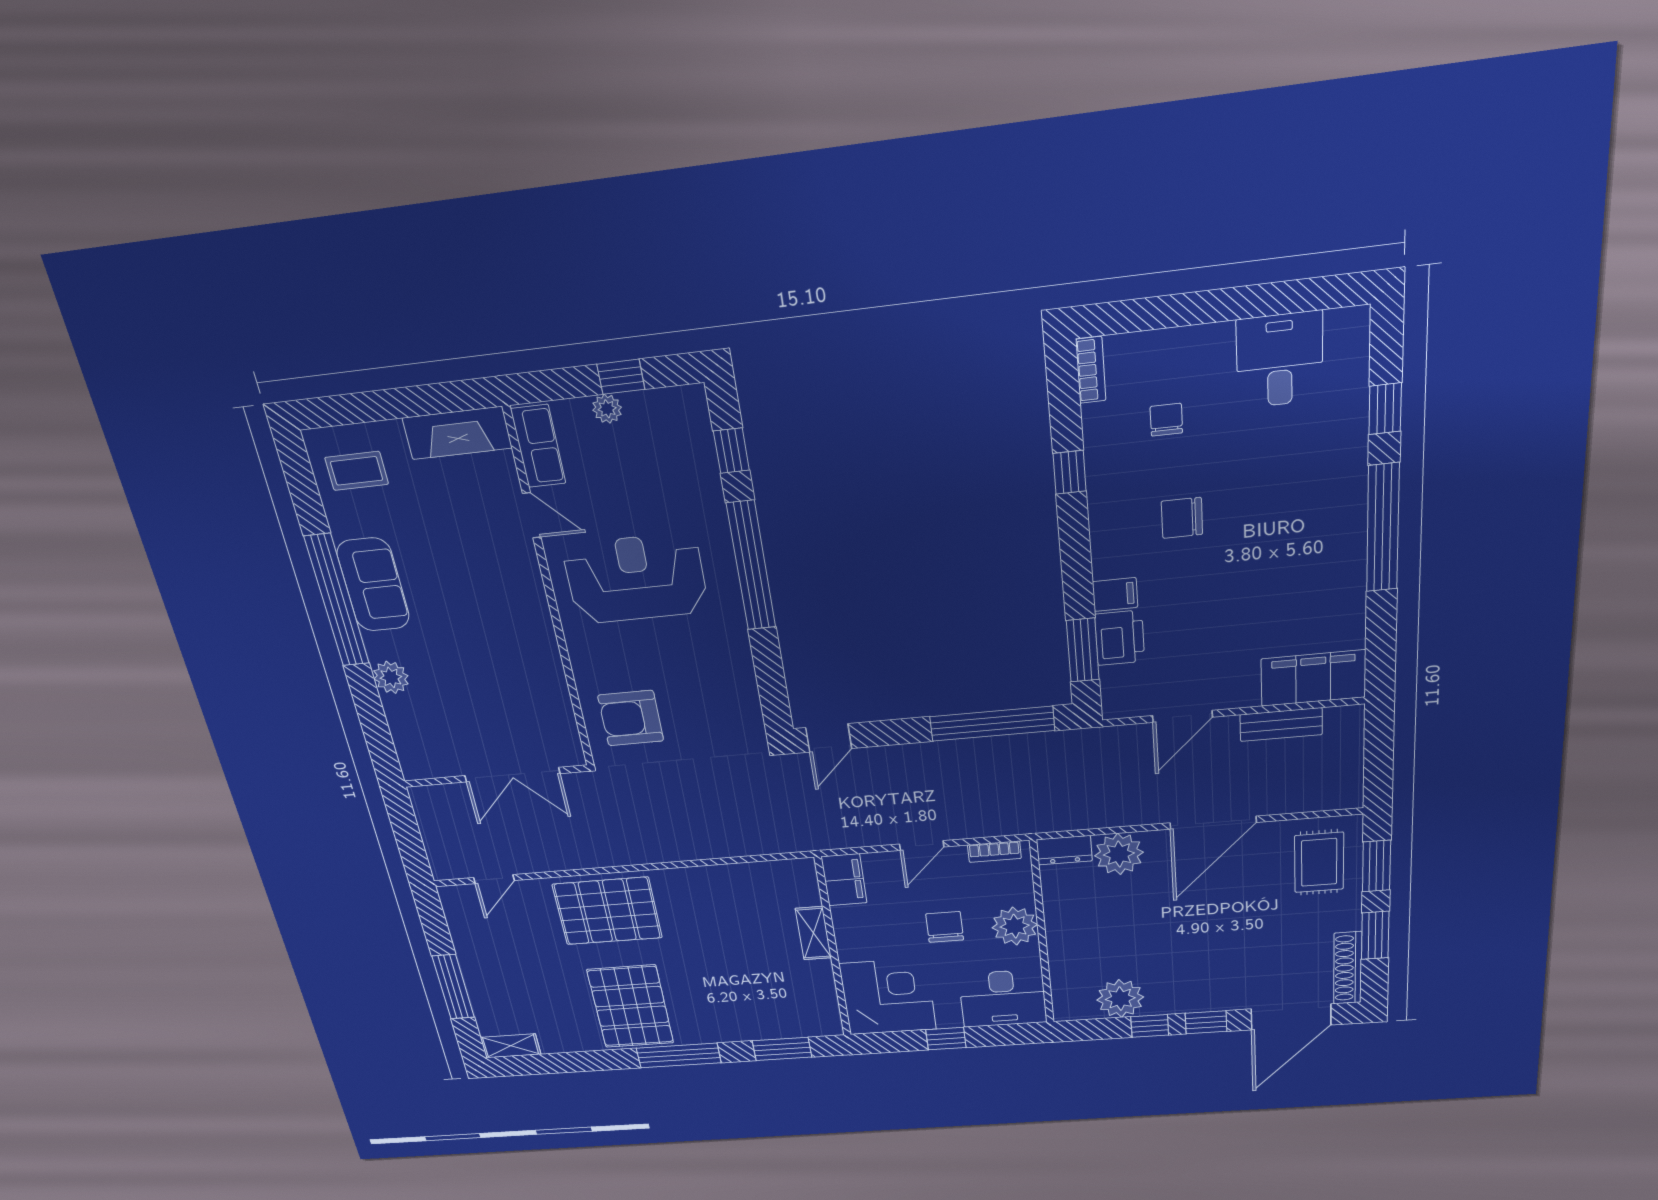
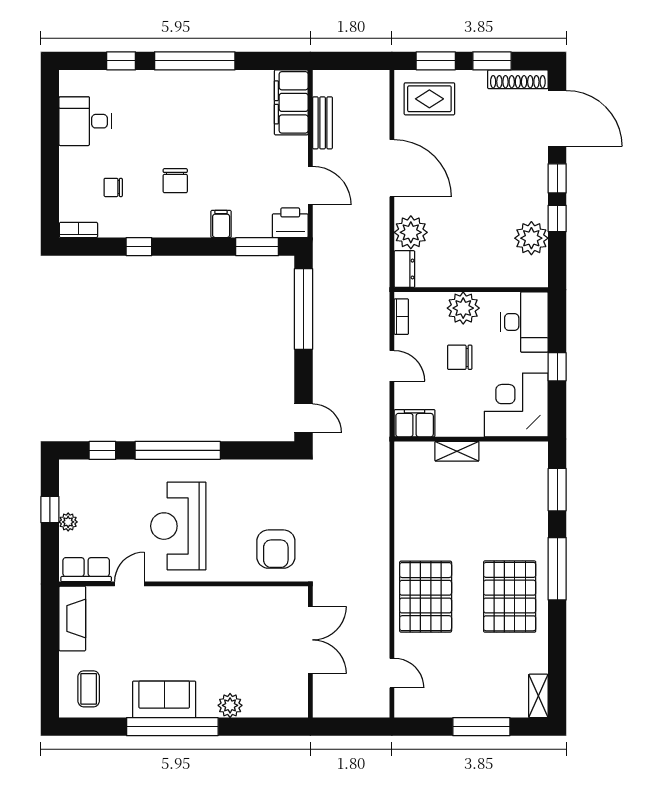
printer: (1120, 638) -> (290, 223), moved
pallet: (630, 1006) -> (510, 597), turned 90

